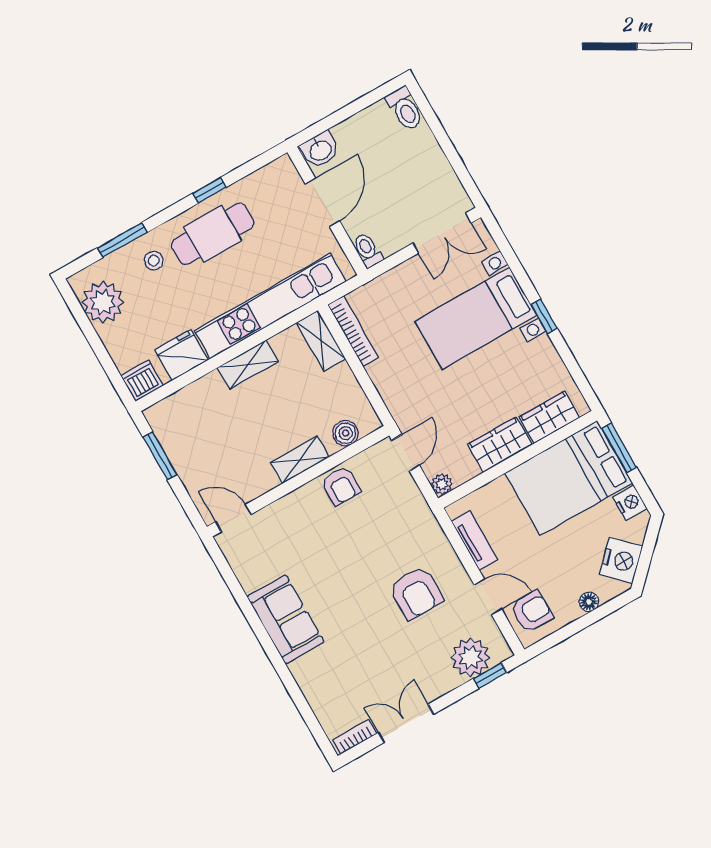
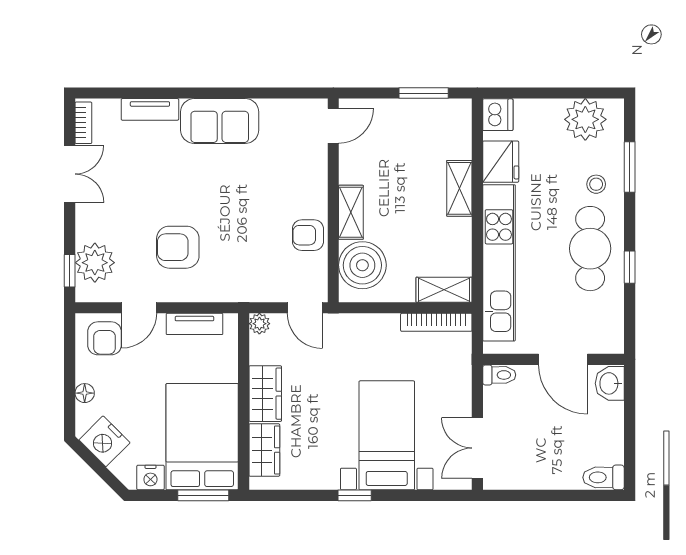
shelving: (248, 364) -> (459, 188), moved
boiler: (346, 433) -> (362, 265), width x1.86, depth x1.86
tv unit: (310, 686) -> (150, 109), added

